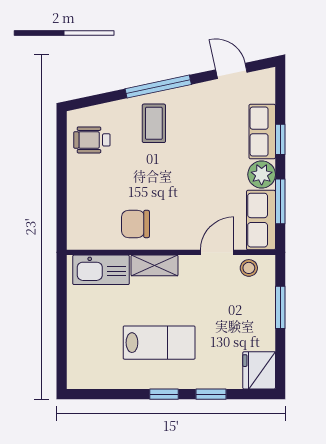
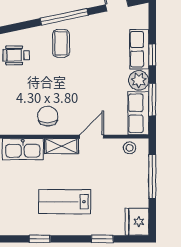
chair: (136, 224) -> (48, 116), turned 90
door: (217, 252) -> (92, 137), moved
window: (280, 307) -> (152, 176), width x1.44
lab bench: (159, 343) -> (65, 202), turned 180
window: (164, 394) -> (40, 239), moved

